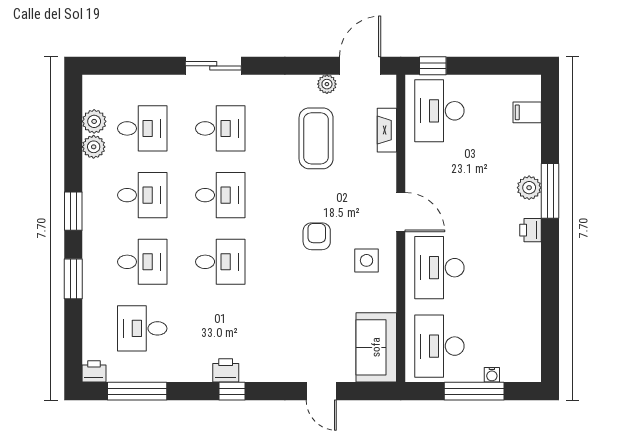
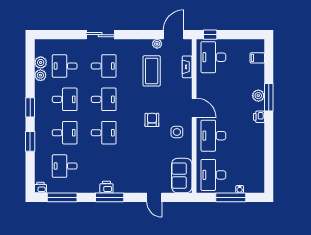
desk: (142, 128) -> (65, 66), turned 180
window: (232, 391) -> (110, 197), width x2.17

